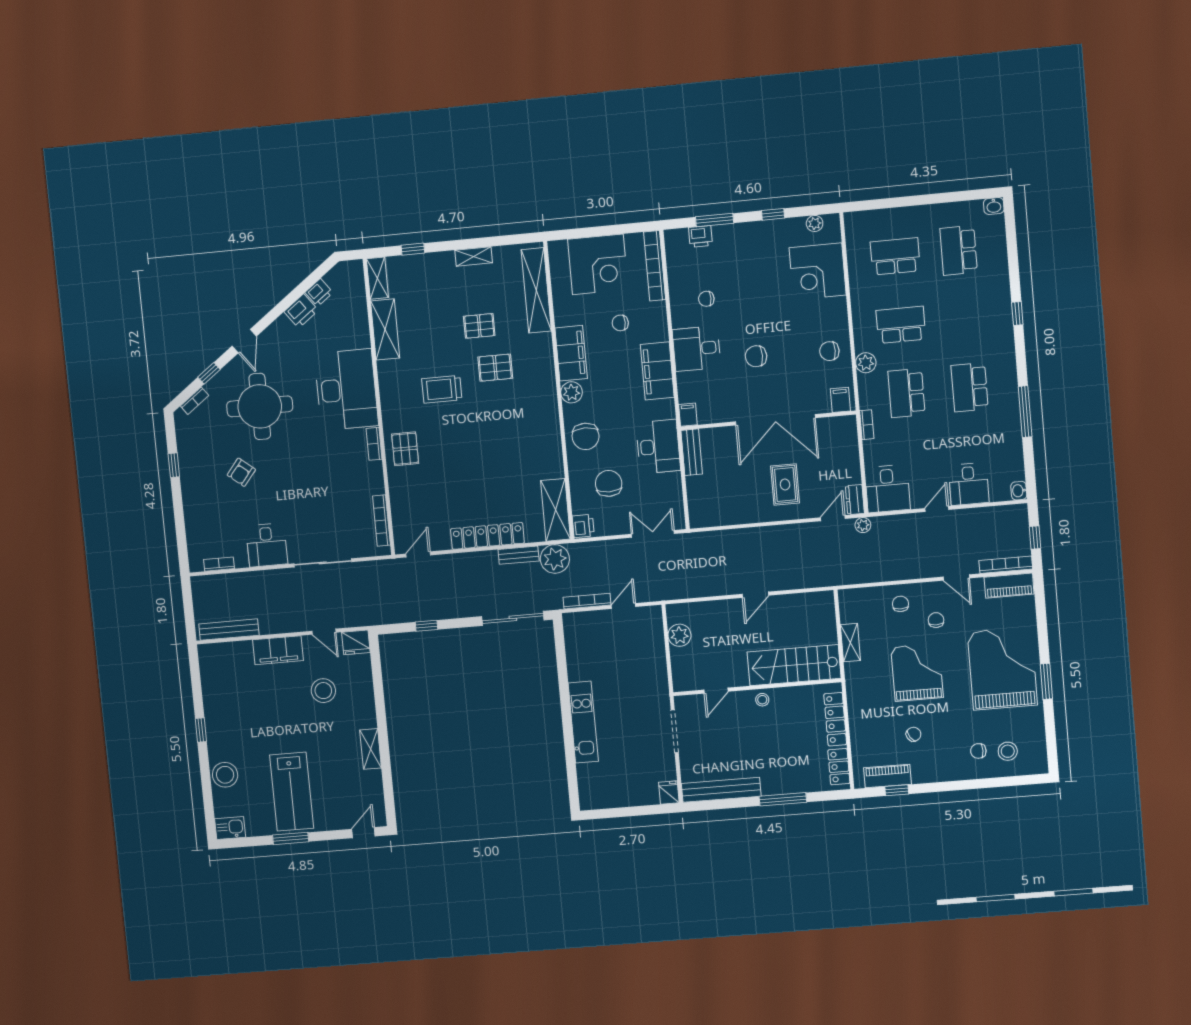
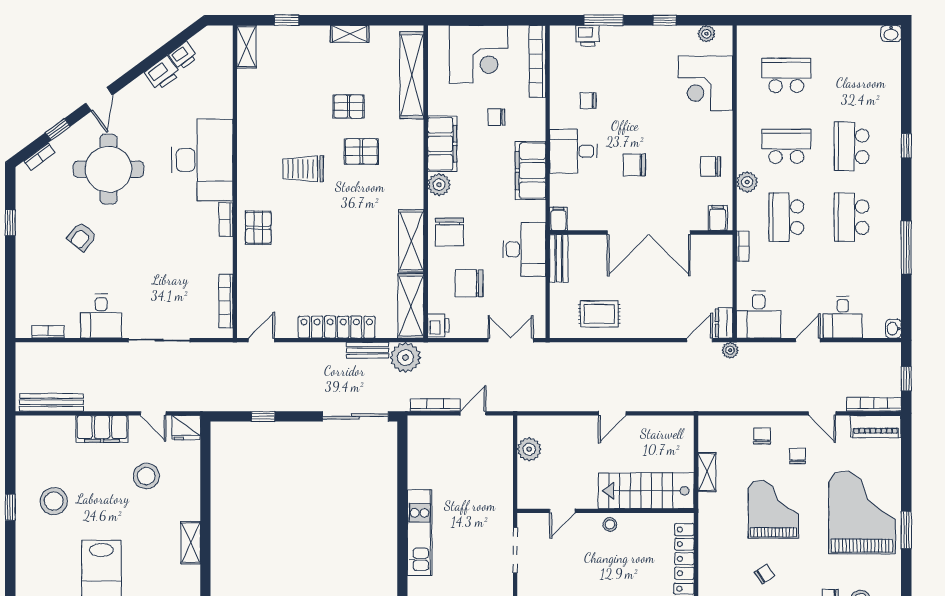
school desk: (959, 250) -> (852, 146), moved
shelving: (385, 329) -> (411, 241), moved
chair: (609, 483) -> (469, 283), turned -90
rug: (785, 484) -> (599, 314), moved, turned 90
stool: (225, 775) -> (54, 501), moved

